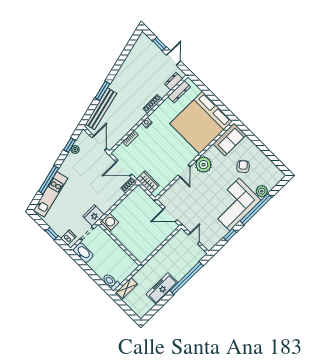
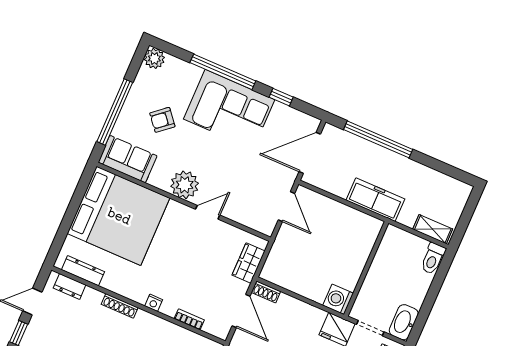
window: (257, 143) -> (115, 112), added
plant: (262, 191) -> (154, 58), moved
door: (194, 238) -> (310, 153), width x1.87
freezer: (162, 288) -> (375, 200), moved, turned 180

